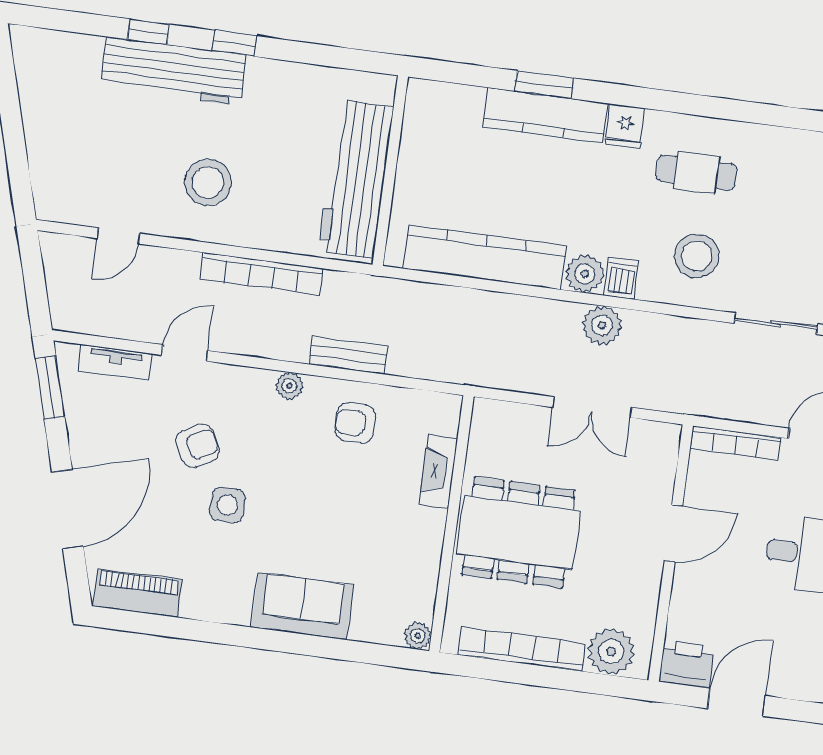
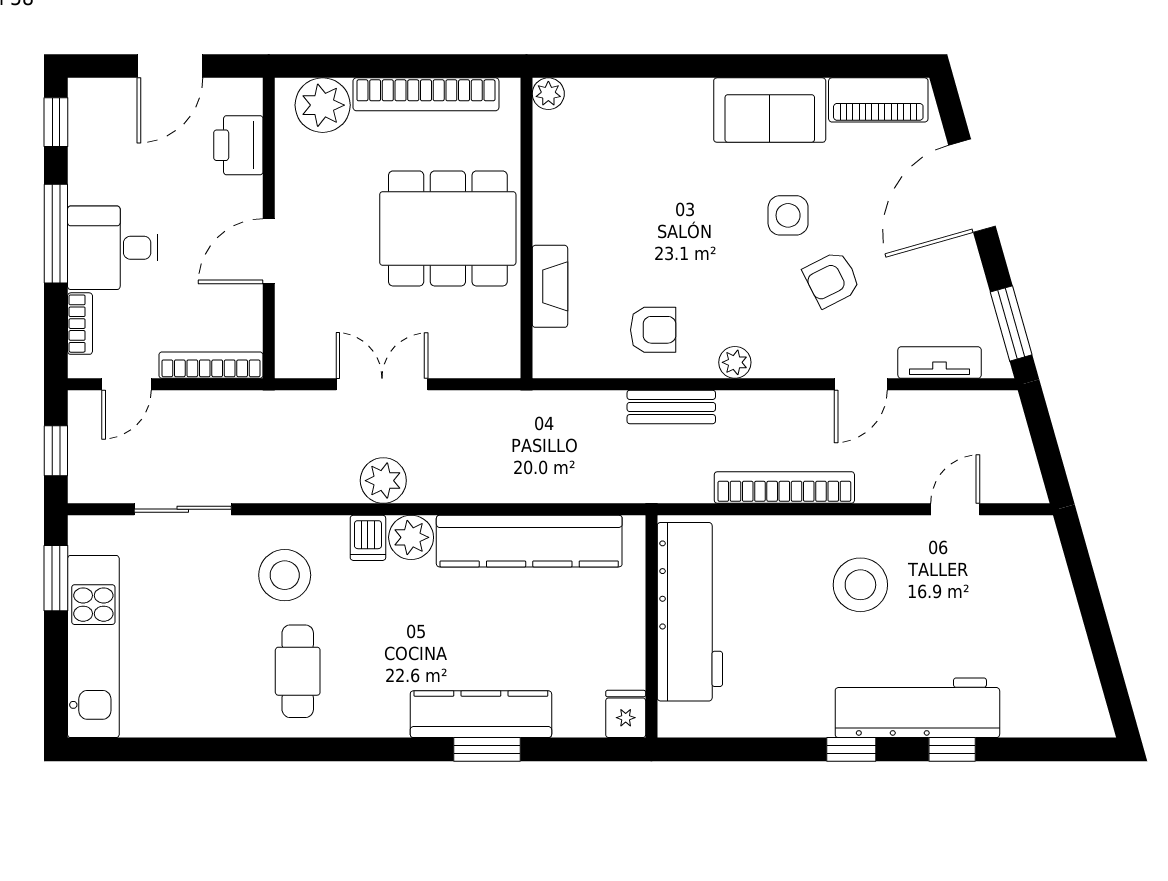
fridge: (625, 126) -> (626, 714), moved
cafe table: (697, 173) -> (298, 671), turned 90
sofa: (302, 606) -> (770, 110), moved
printer: (687, 664) -> (238, 145), moved, turned 90

